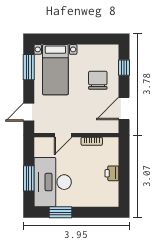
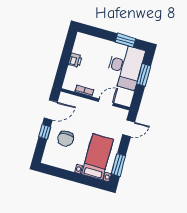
window: (124, 68) -> (45, 132), moved

